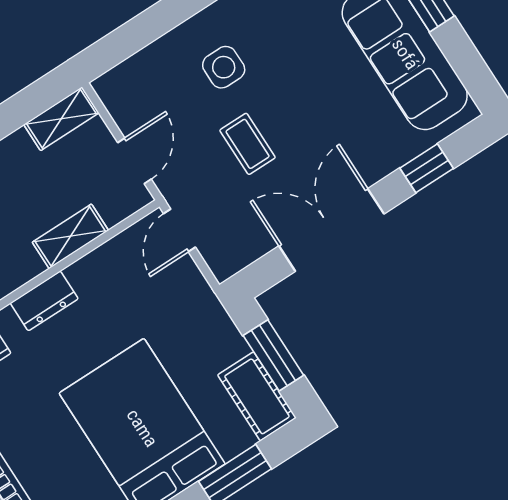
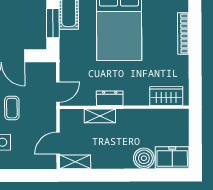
door: (134, 161) -> (58, 143), moved
dresser: (44, 301) -> (110, 98), moved

